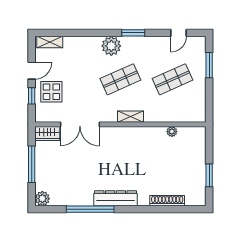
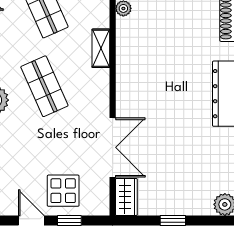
shelving: (130, 117) -> (101, 48), moved
window: (32, 164) -> (173, 221), width x0.46

